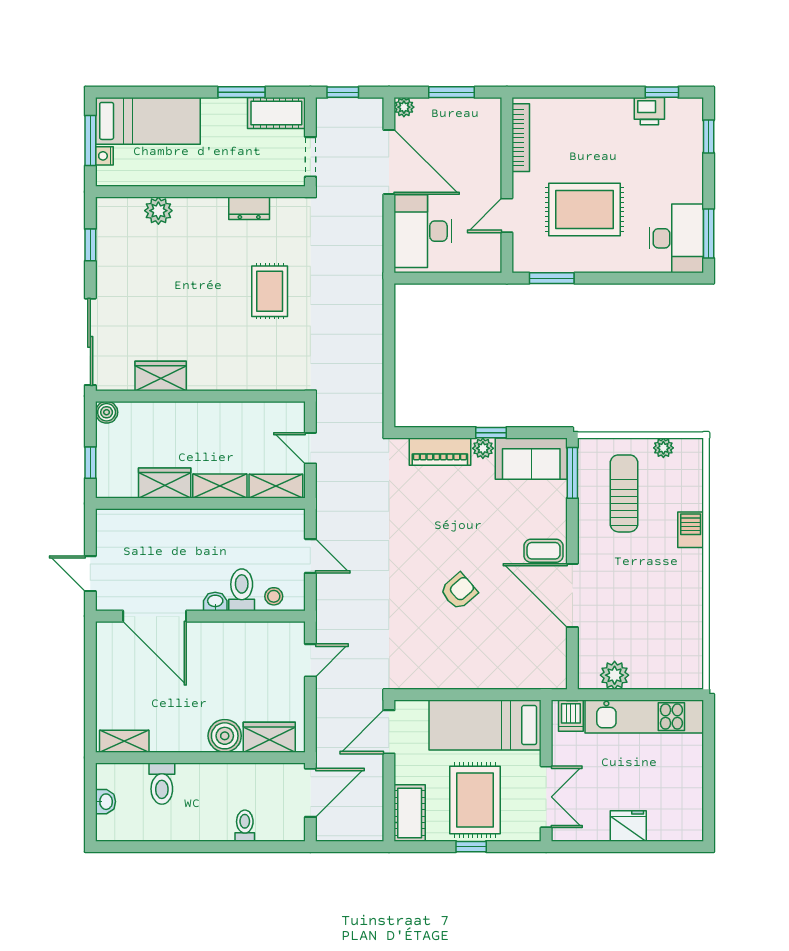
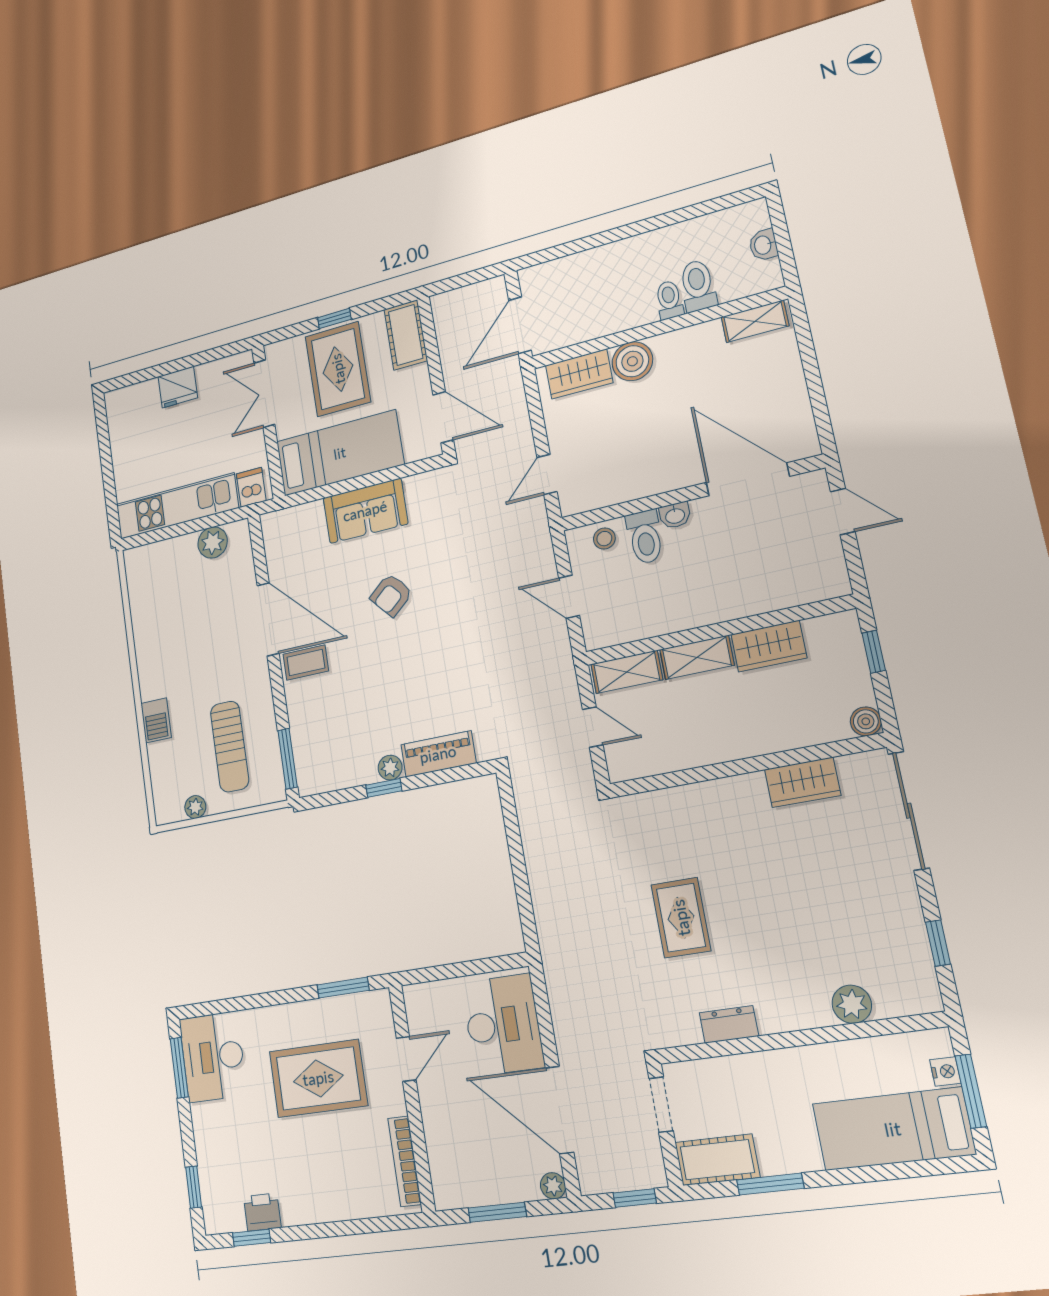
sofa: (531, 459) -> (365, 511), moved, turned 180
door: (389, 732) -> (443, 417), hinge flipped
toilet: (245, 826) -> (669, 300), moved, turned 180

